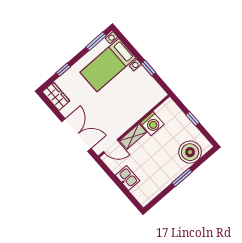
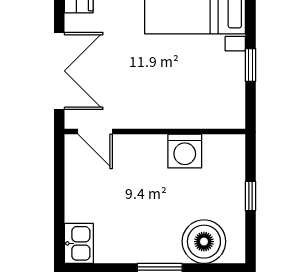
shelving: (133, 136) -> (140, 146), removed
kitchen sink: (127, 178) -> (79, 243), moved

